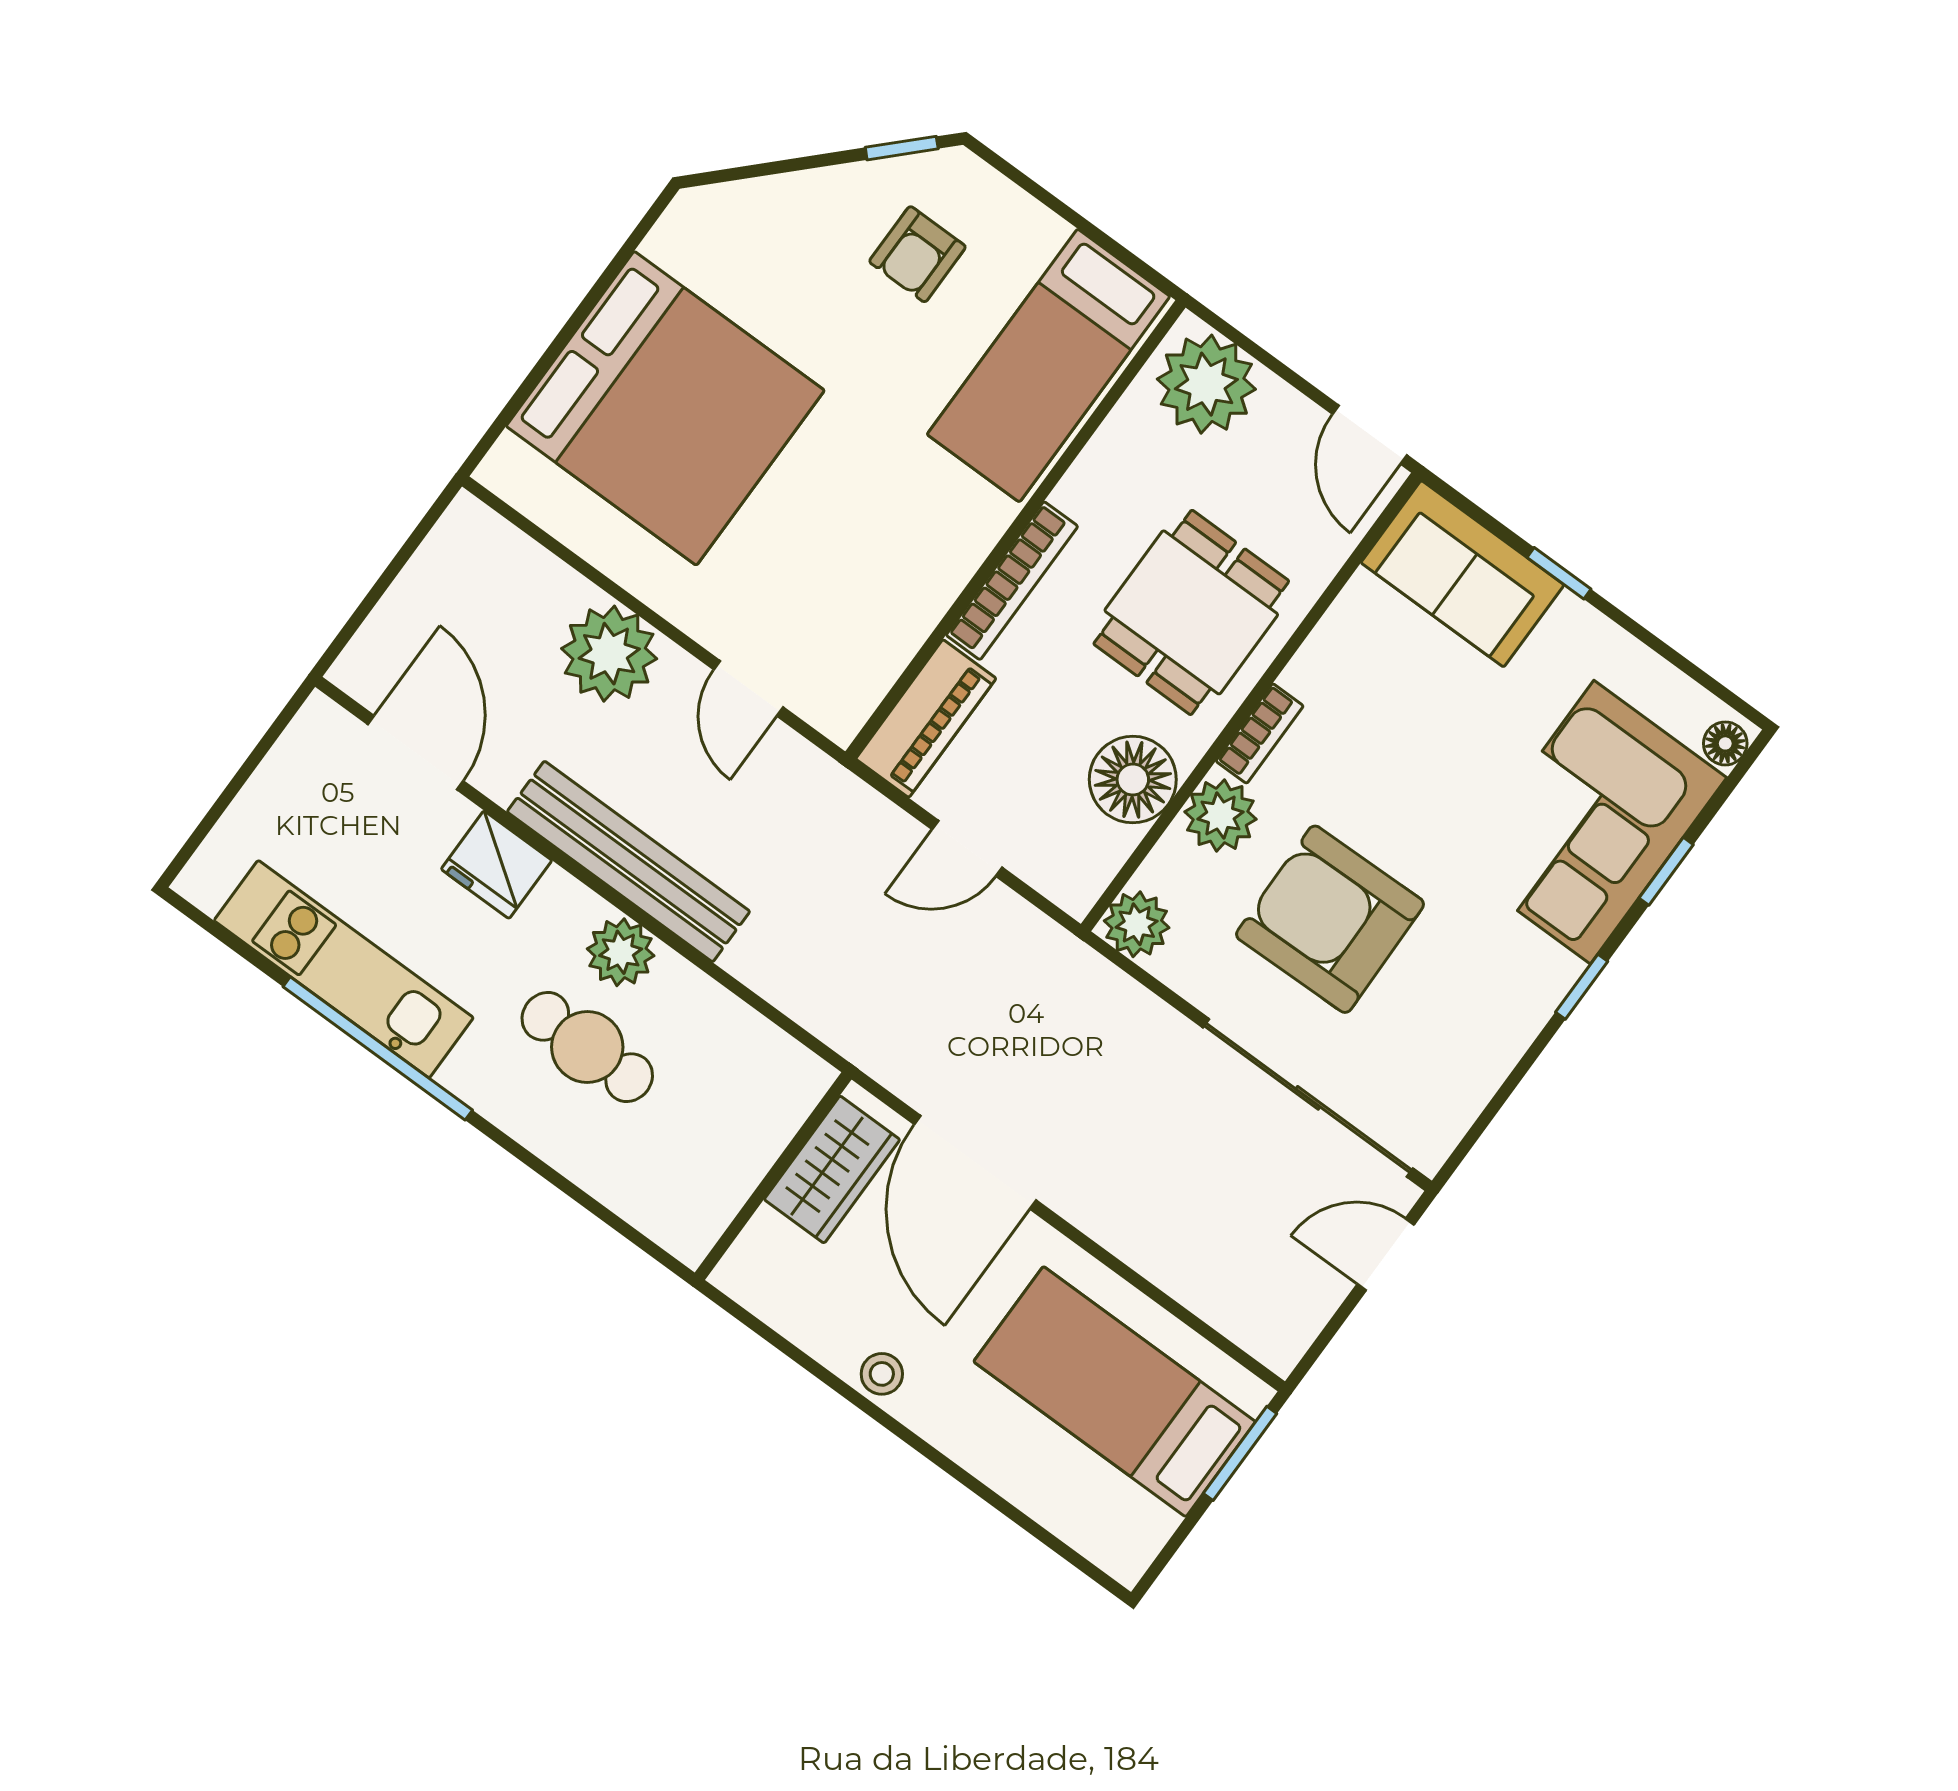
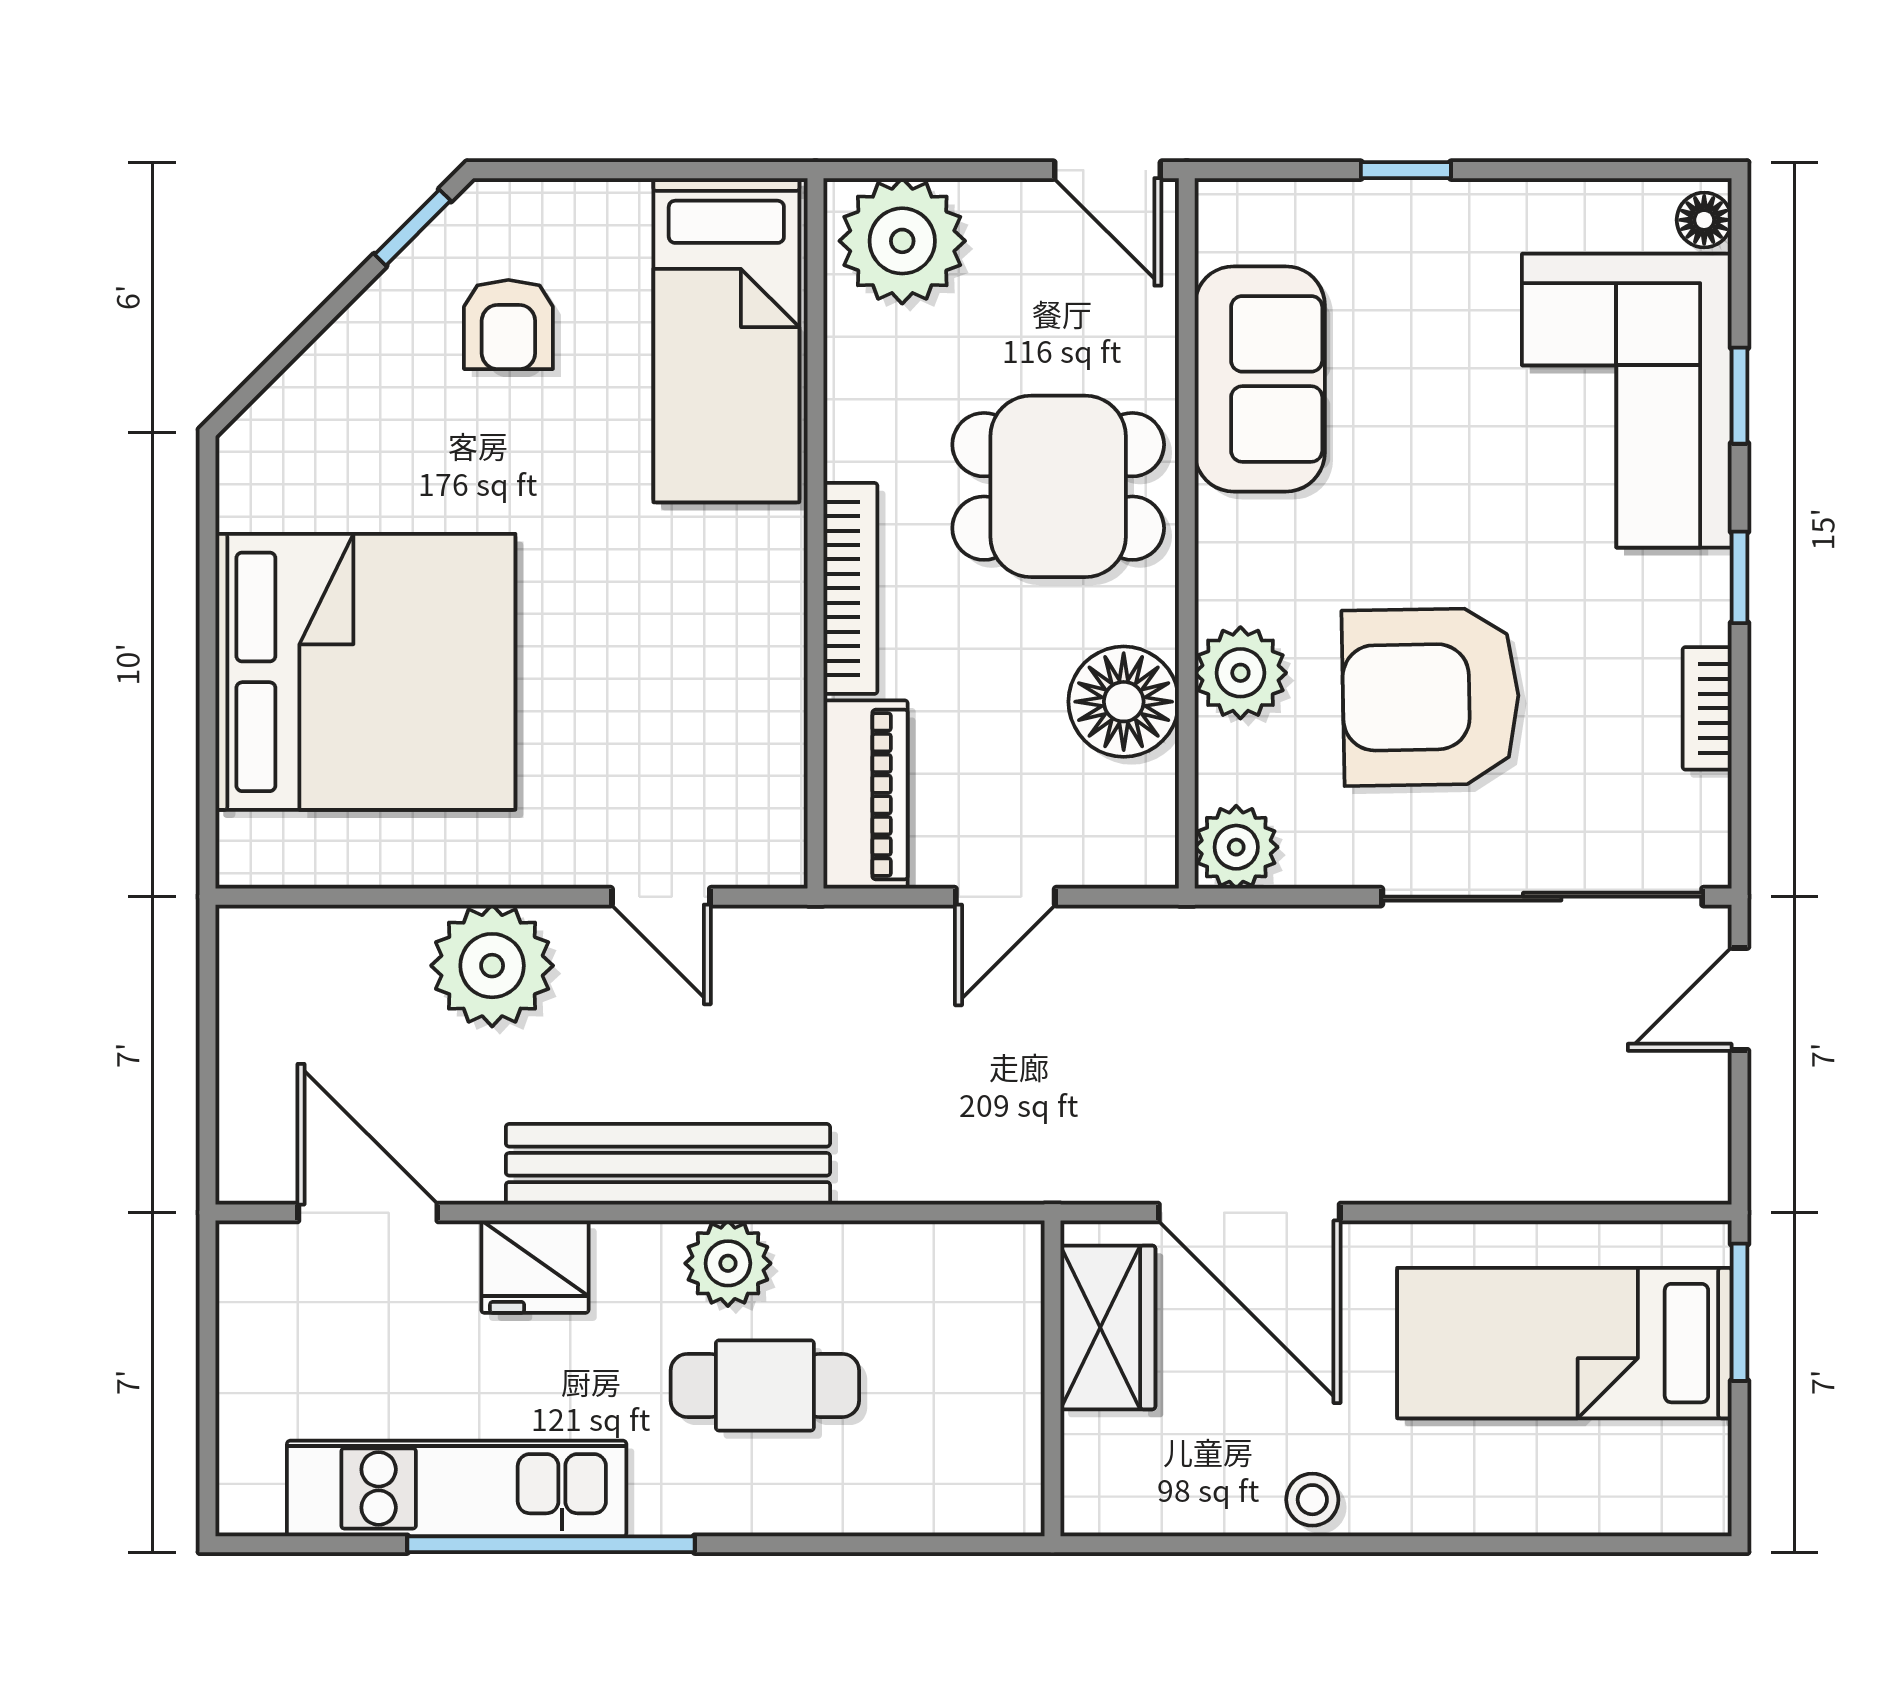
sofa: (1462, 574) -> (1260, 379), moved, turned -90
dining table: (1191, 612) -> (1058, 486), turned 90
bookcase: (1260, 733) -> (1707, 708), moved, turned 180

